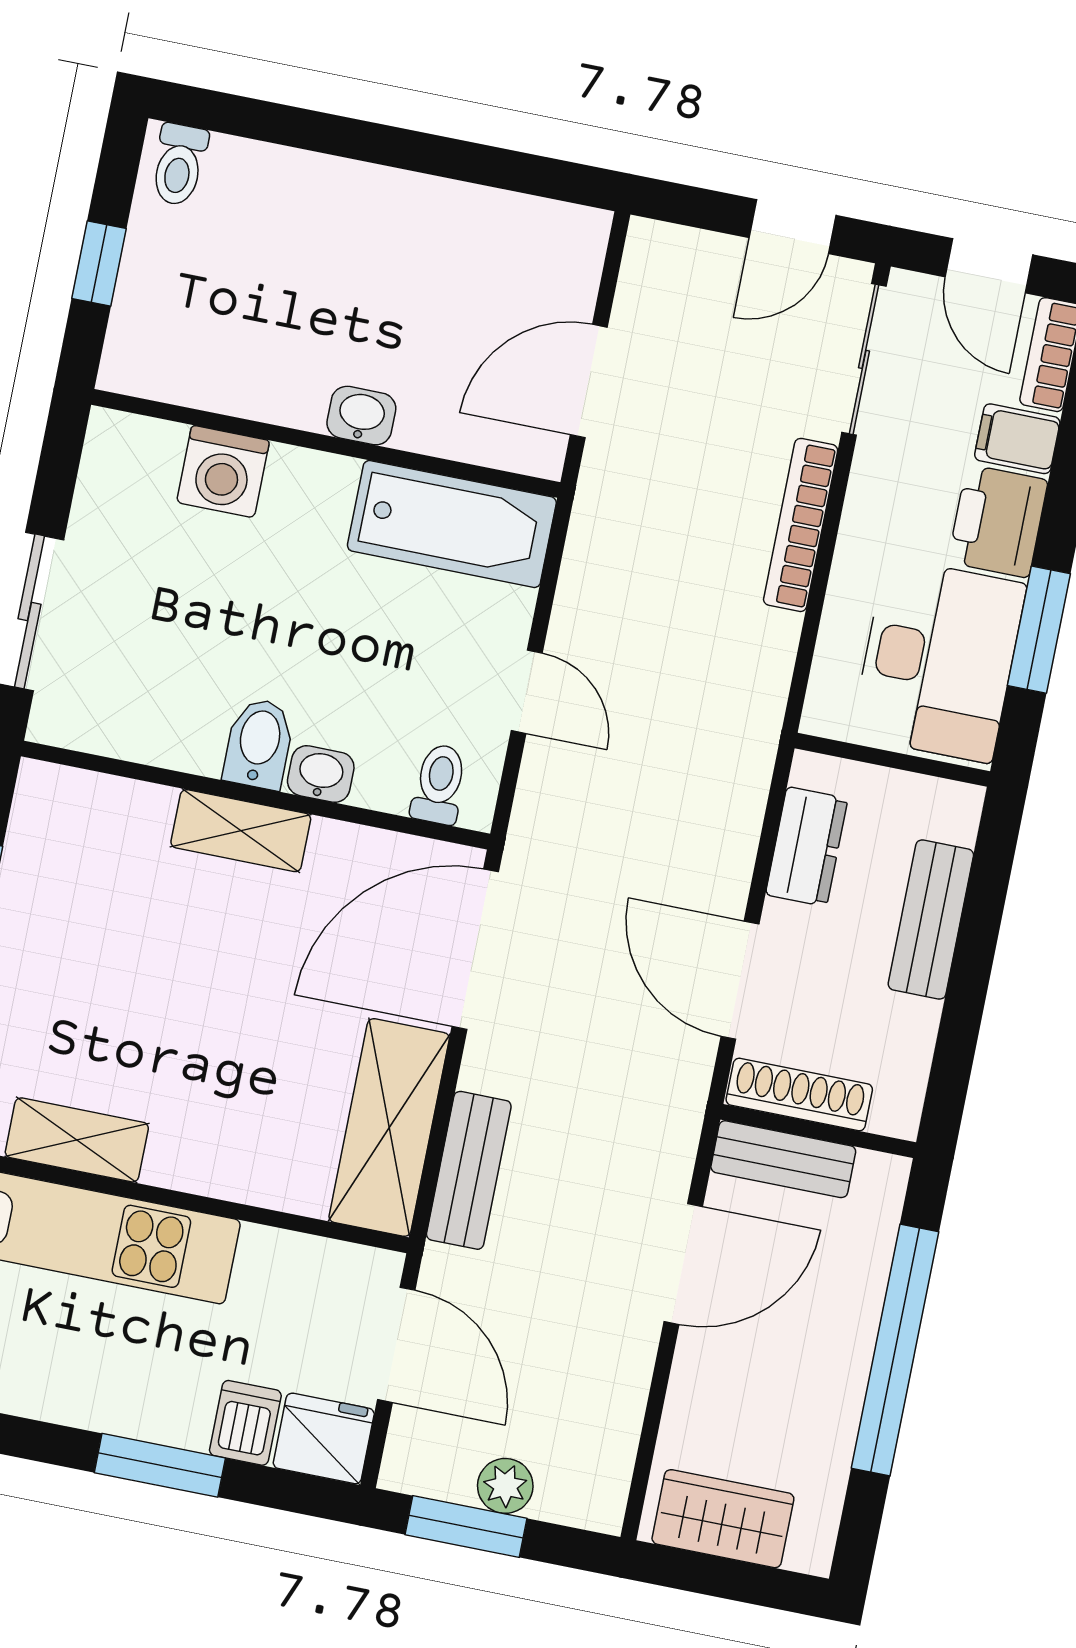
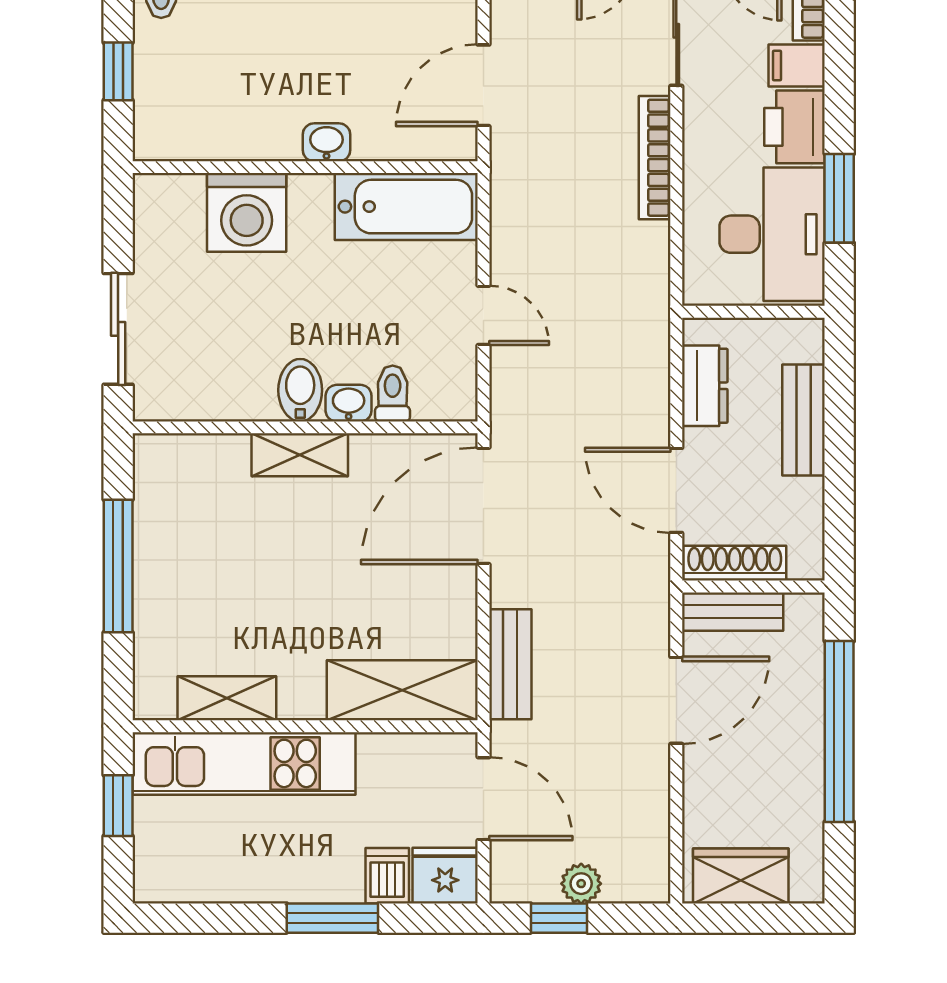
washing machine: (223, 472) -> (247, 212), width x1.37, depth x1.37
toilet: (439, 784) -> (393, 394), moved
shelving: (389, 1128) -> (402, 690), moved, turned 90
window: (466, 1526) -> (559, 918), width x0.67

